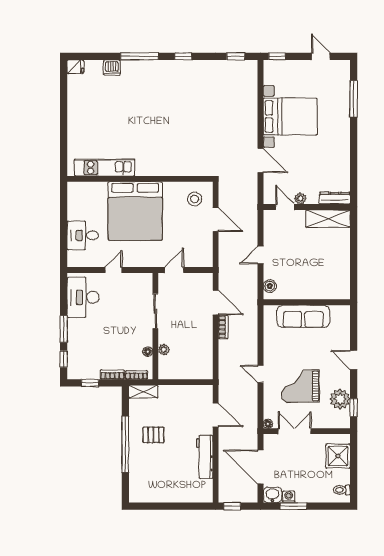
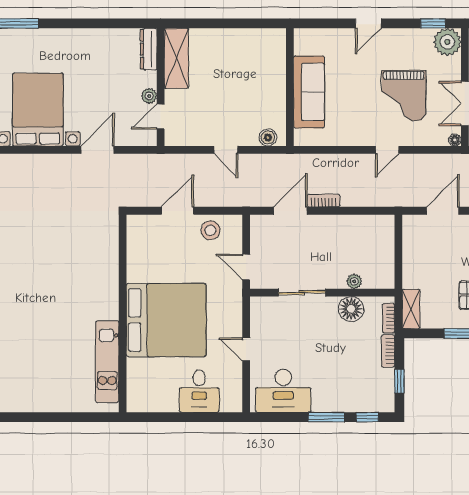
stool: (195, 199) -> (211, 230), moved
floor lamp: (148, 352) -> (351, 309), width x1.89, depth x1.89
plant: (340, 399) -> (447, 42), moved

